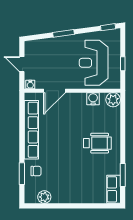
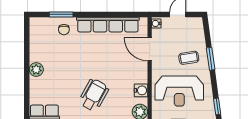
coffee table: (63, 54) -> (189, 58), added
reception desk: (94, 63) -> (179, 91), turned 180
wheelchair: (97, 143) -> (94, 95), turned -151
plant: (44, 197) -> (36, 70), moved

